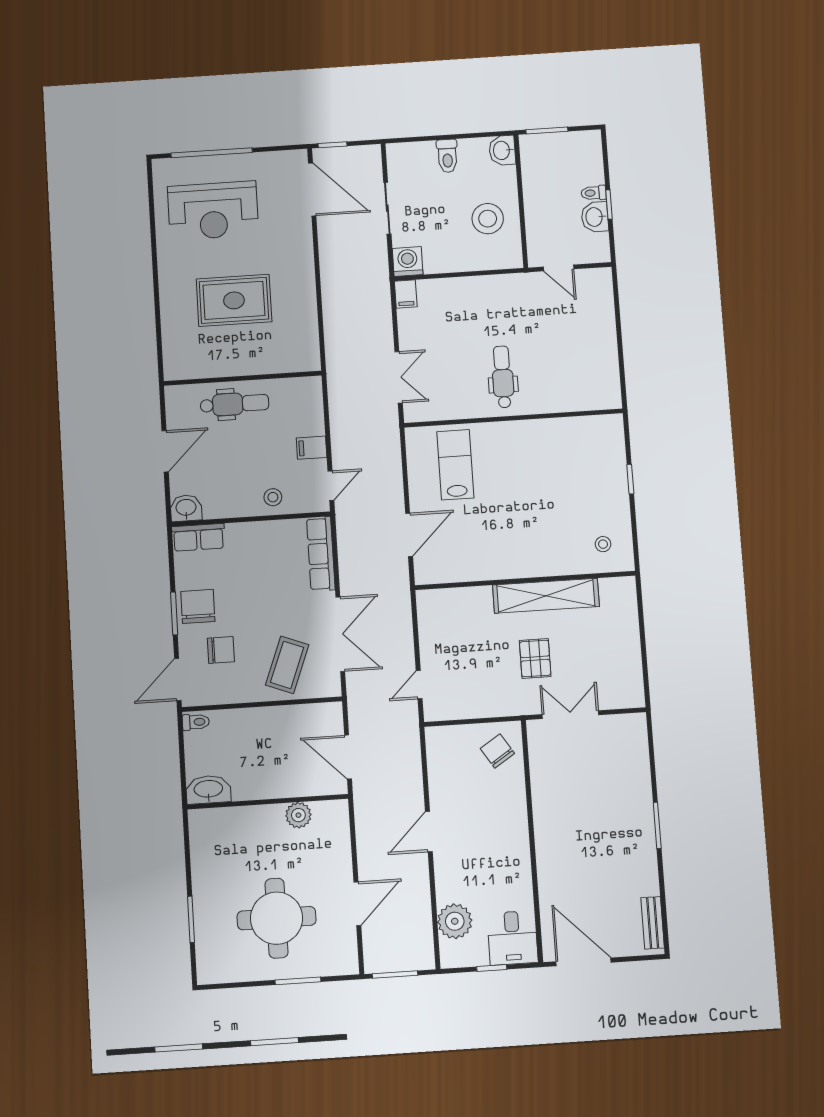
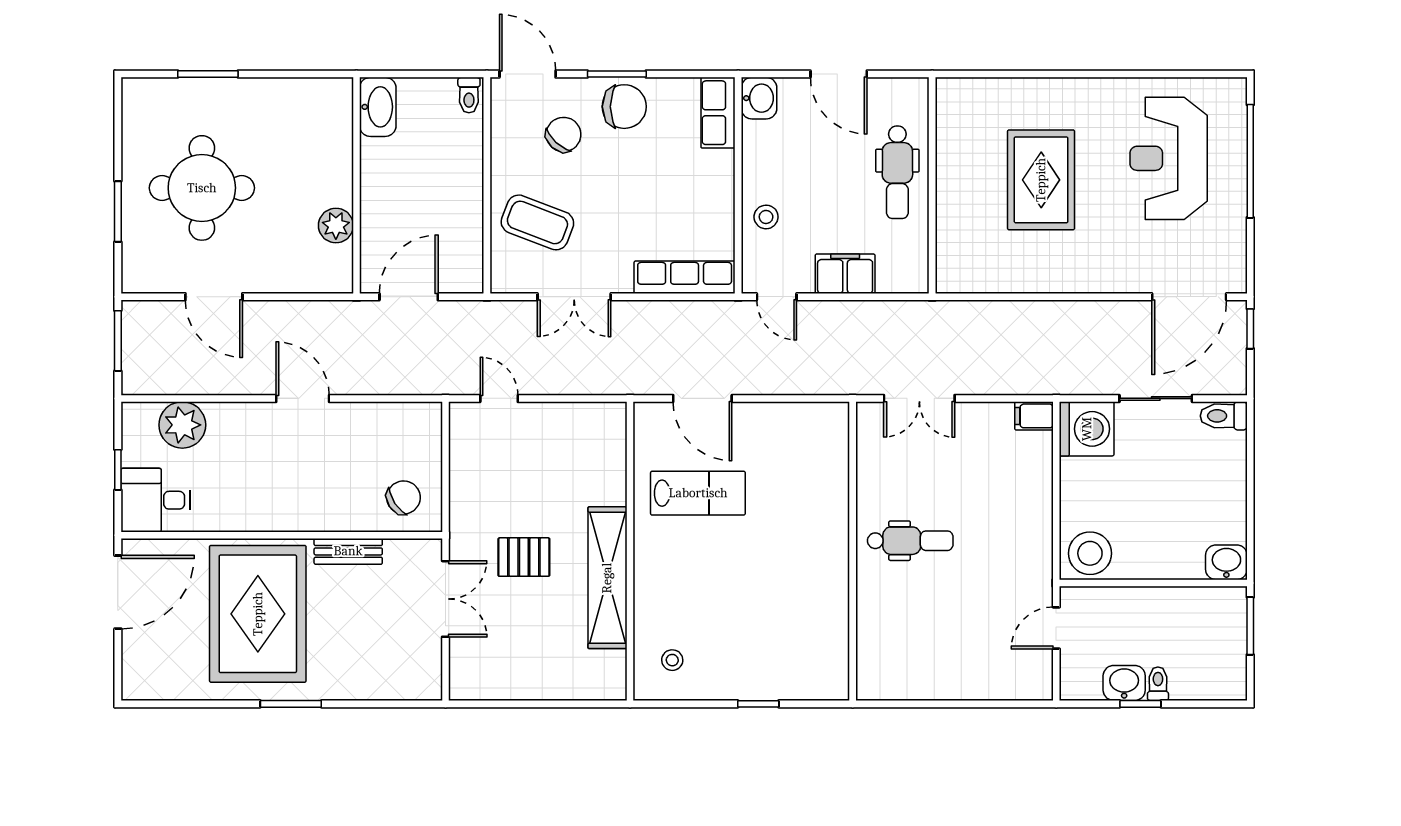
toilet: (447, 156) -> (1224, 416), moved
stool: (488, 219) -> (1090, 553), moved
washing machine: (408, 261) -> (1087, 429), width x1.37, depth x1.37
filing cabinet: (312, 448) -> (845, 274), width x2.00
lab bench: (455, 465) -> (698, 493), moved
double door: (340, 634) -> (574, 297), width x0.73
chair: (221, 650) -> (563, 135), turned -138
rug: (592, 855) -> (258, 614), added
bench: (653, 923) -> (348, 551), moved

